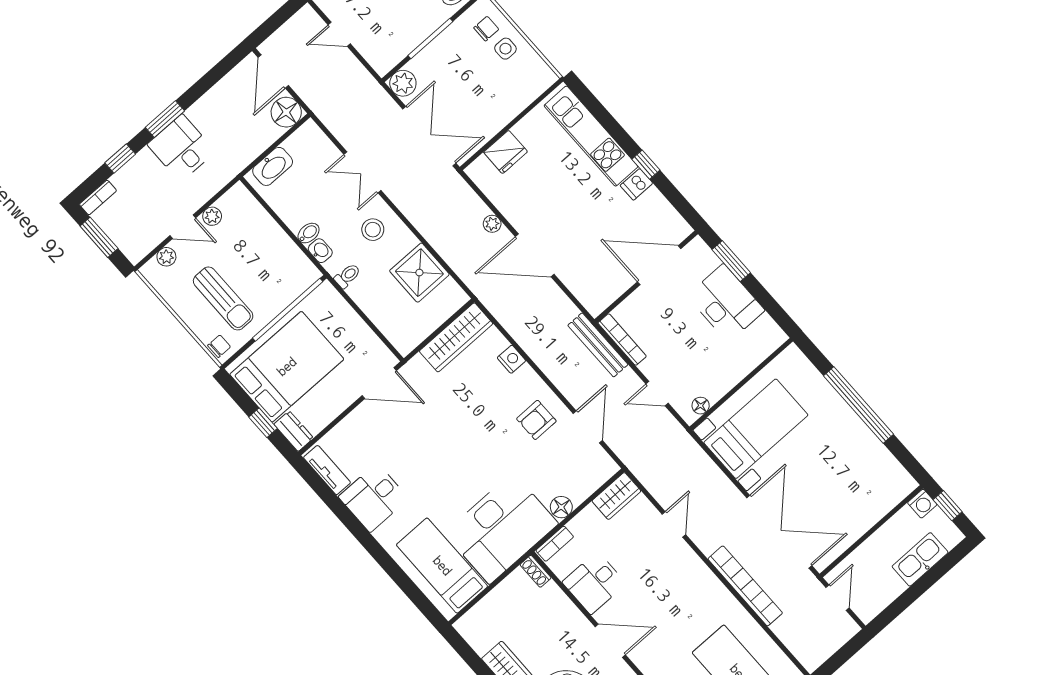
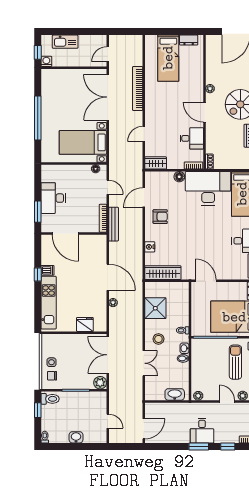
floor lamp: (286, 112) -> (152, 410), removed
plant: (212, 216) -> (198, 396), moved

